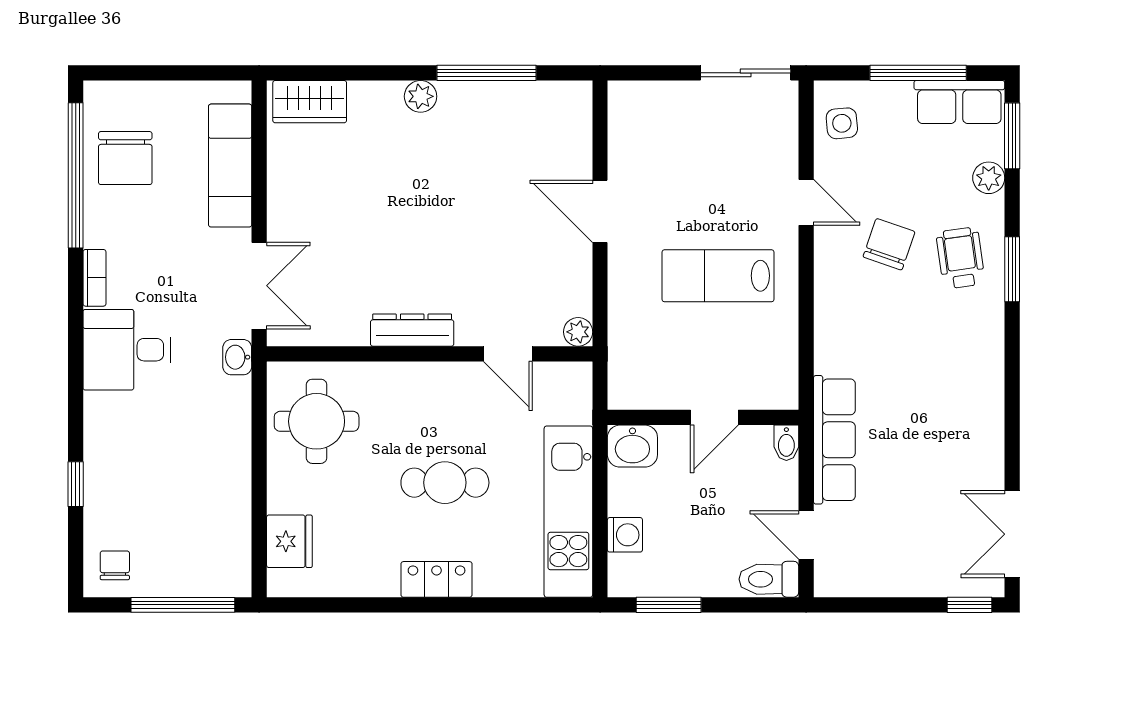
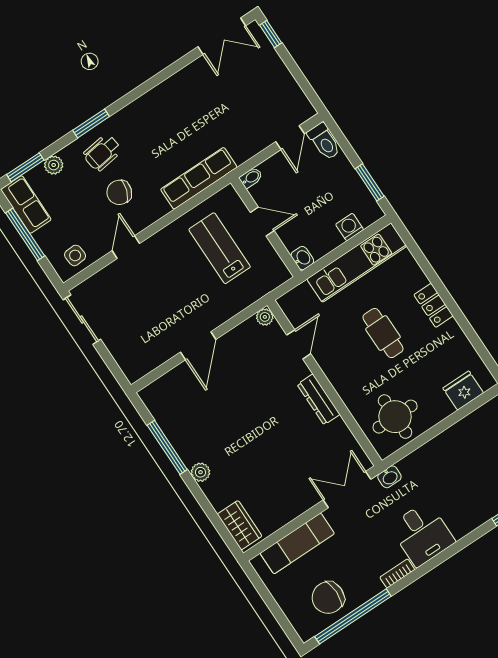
chair: (125, 158) -> (328, 598), turned 180
lab bench: (718, 276) -> (220, 248), moved, turned 180
row of seats: (834, 440) -> (199, 178), moved
washbasin: (632, 446) -> (302, 258), width x0.72, depth x0.69

